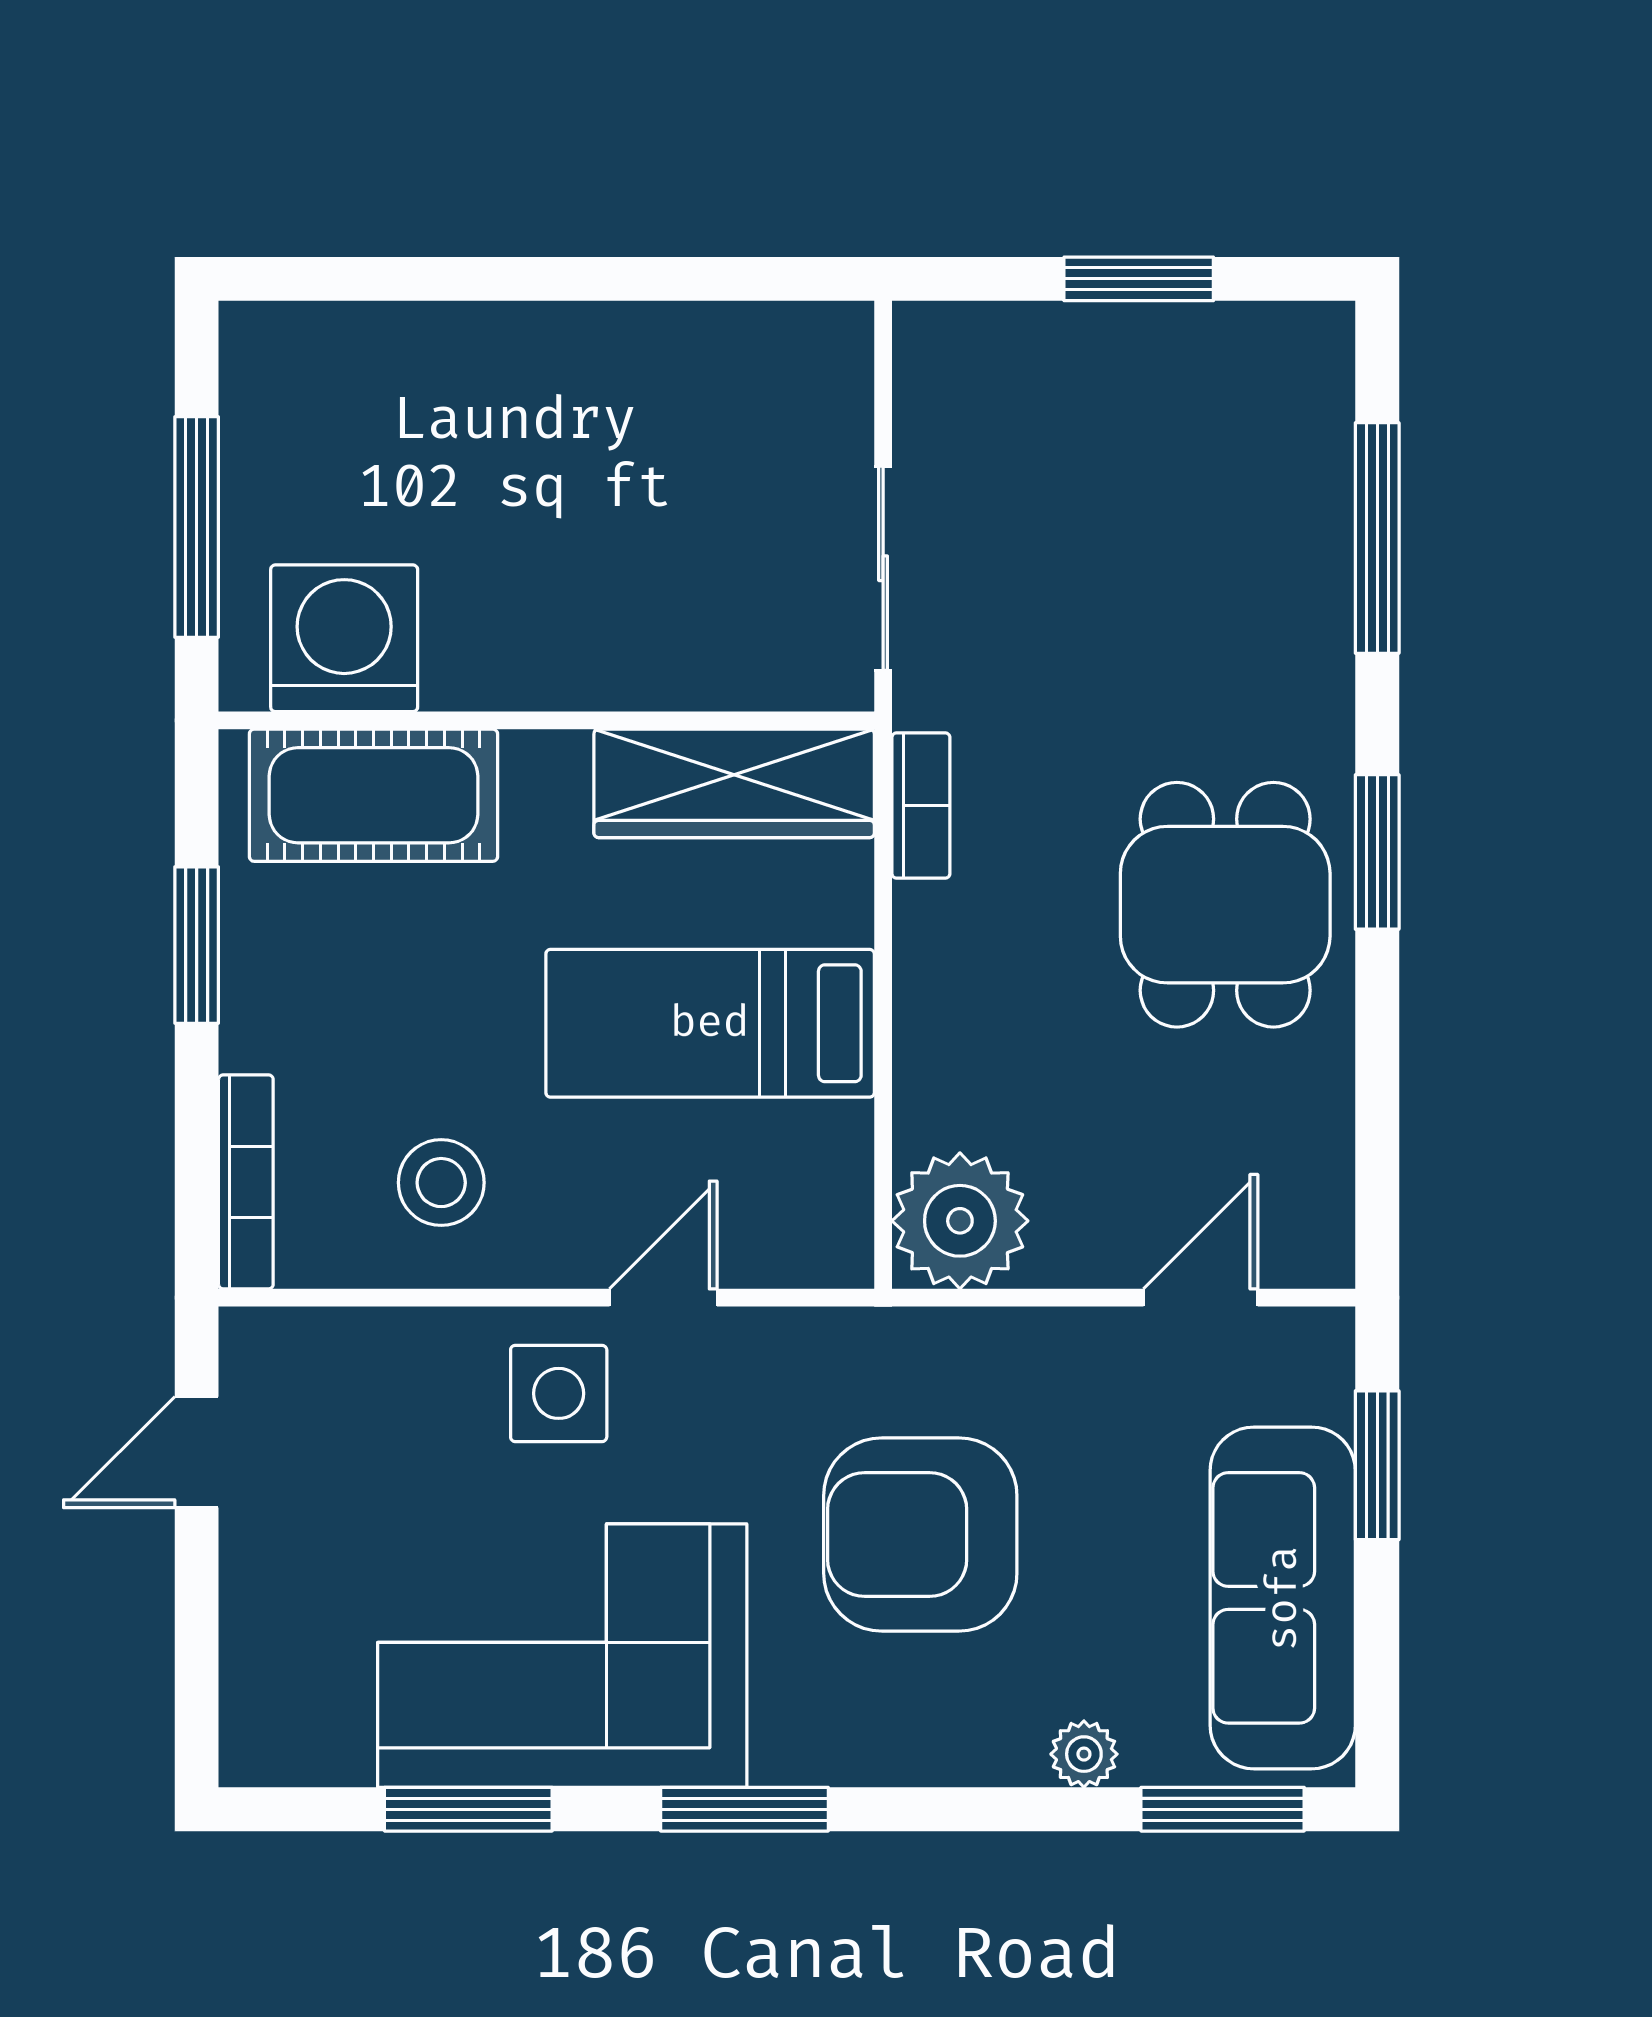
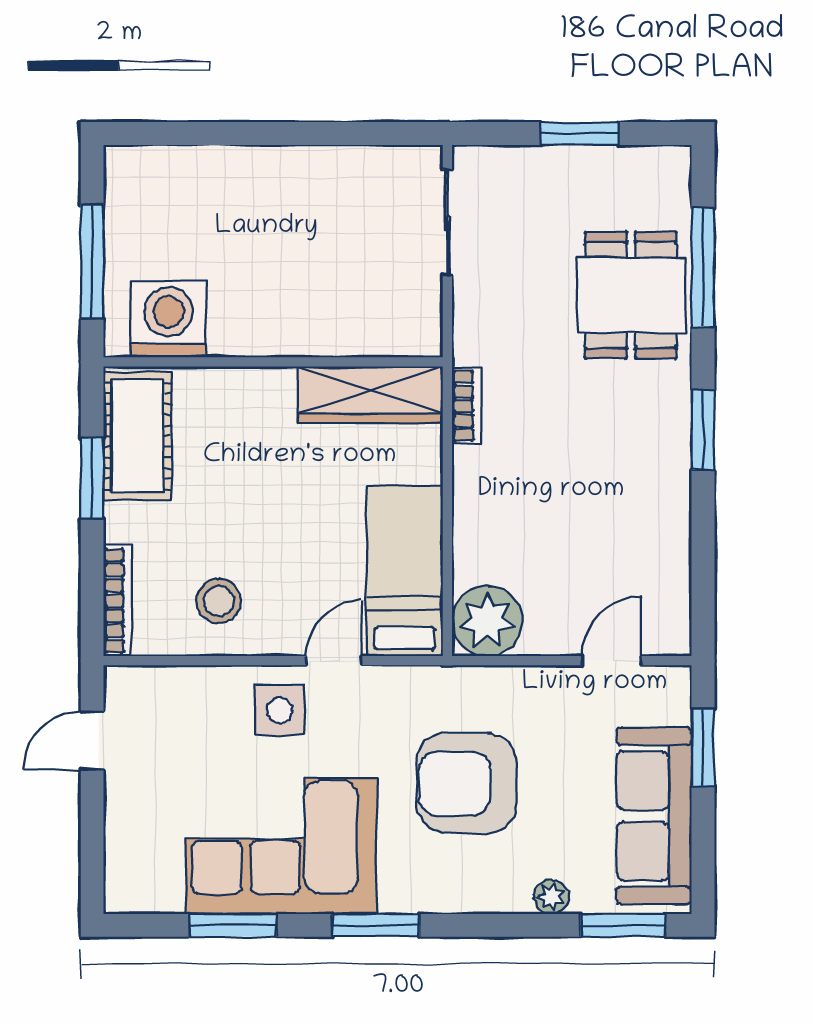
sliding door: (883, 568) -> (447, 222), moved
cot: (373, 795) -> (138, 436), moved, turned 90
dining table: (1225, 905) -> (631, 295), moved
bed: (710, 1023) -> (405, 571), moved, turned 90

